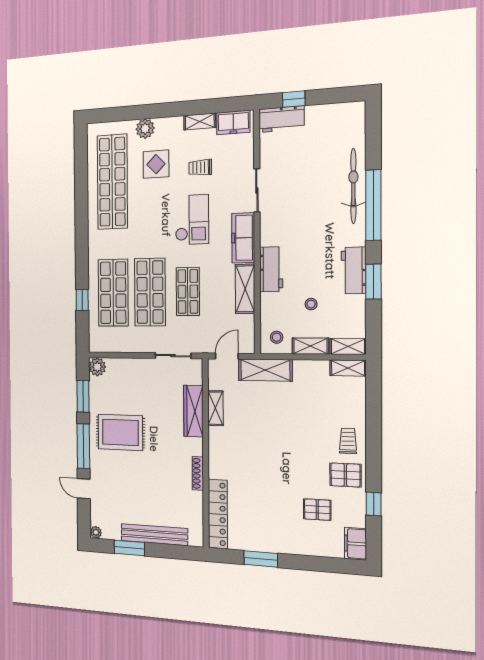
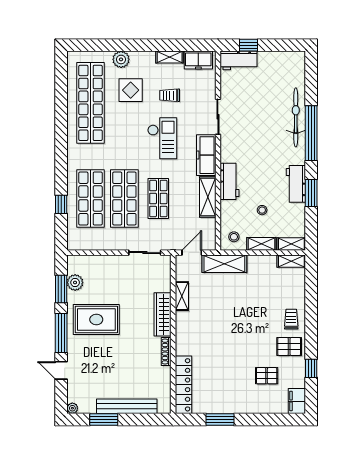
plant: (97, 367) -> (75, 283), moved
wardrobe: (193, 411) -> (163, 314), moved

